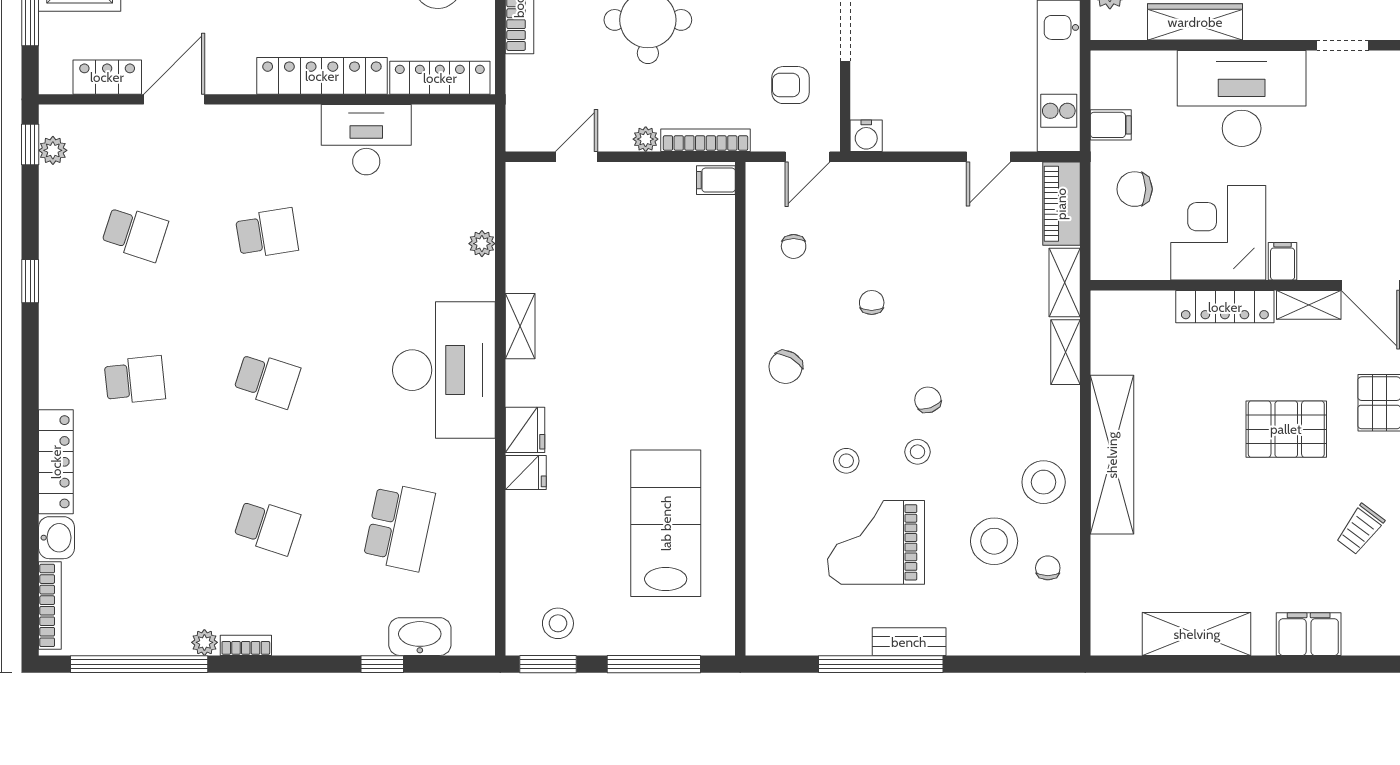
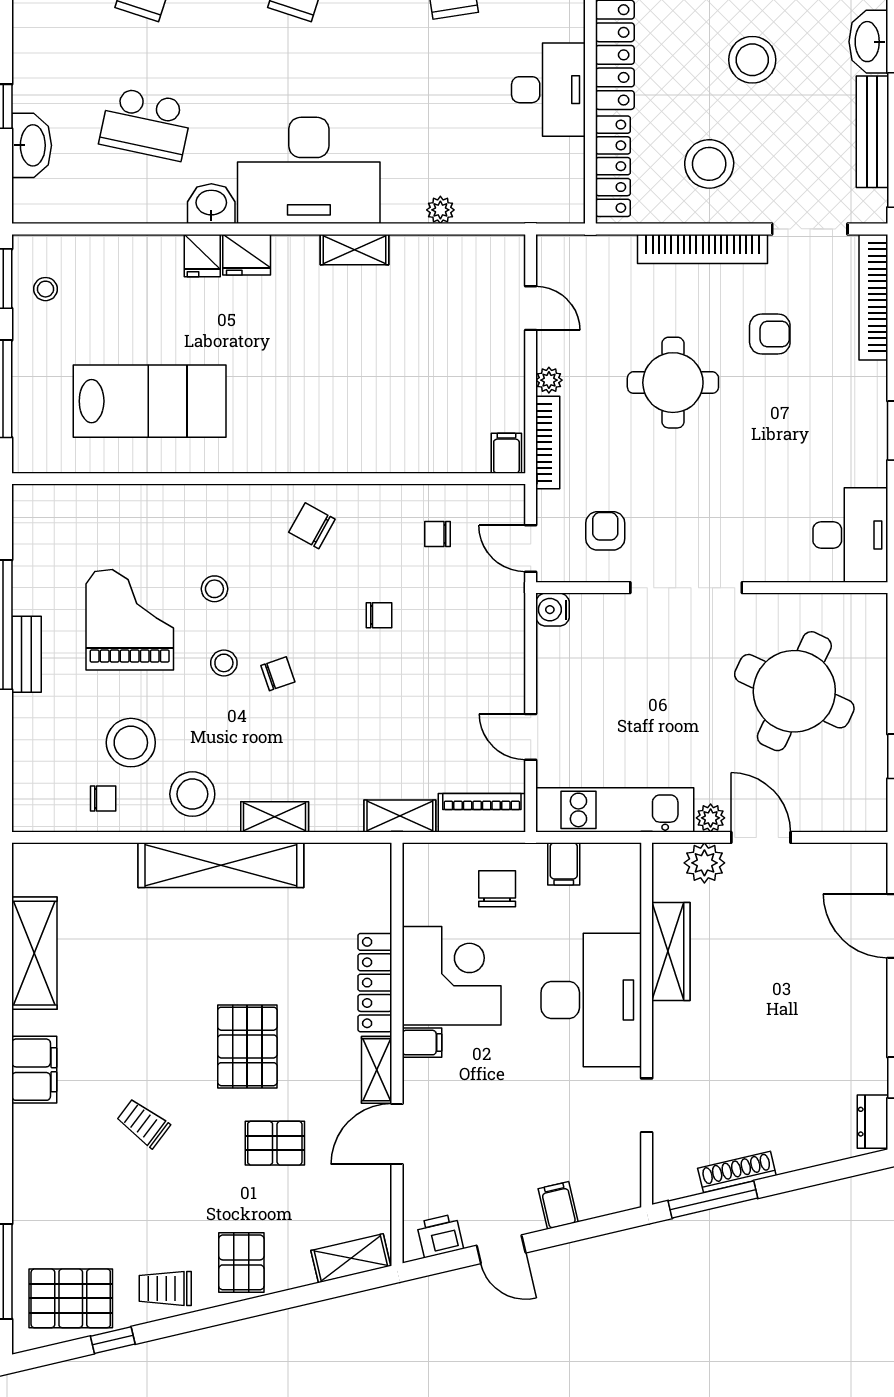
shelving: (1066, 352) -> (275, 817), moved
washbasin: (476, 464) -> (211, 204), added
stool: (558, 623) -> (45, 289), width x0.73, depth x0.73

